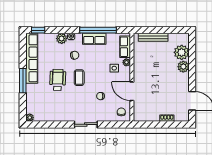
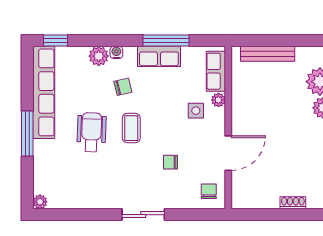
window: (98, 30) -> (166, 41), width x0.68
door: (132, 91) -> (228, 153), swing flipped

